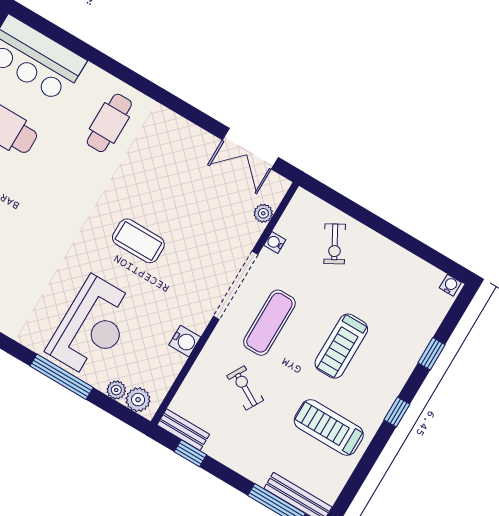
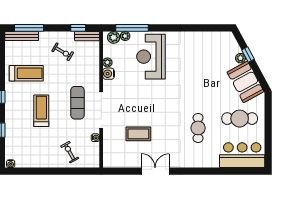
cafe table: (109, 123) -> (198, 128), moved
double door: (250, 149) -> (155, 171), moved
plant: (263, 213) -> (107, 62), moved
coffee table: (138, 241) -> (138, 134), moved
window: (62, 377) -> (132, 28), moved
exercise bike: (245, 388) -> (63, 52), moved

